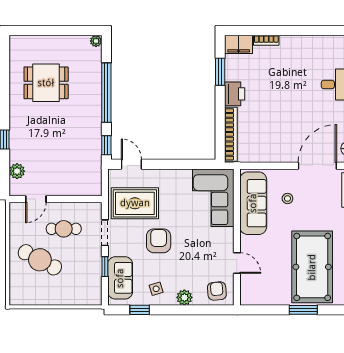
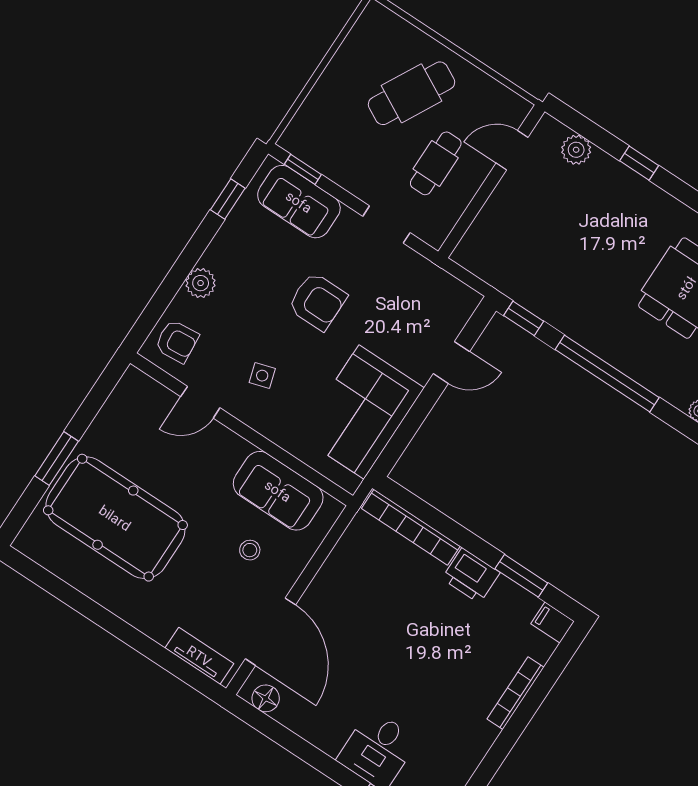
bookcase: (266, 40) -> (515, 693), width x1.56
filing cabinet: (239, 44) -> (552, 623), width x0.50
door: (131, 164) -> (451, 362), moved
corner sofa: (213, 198) -> (361, 412), moved, turned -90
door: (36, 199) -> (512, 150), hinge flipped
rug: (135, 203) -> (402, 303), removed
sofa: (253, 203) -> (278, 491), width x0.73
window: (105, 267) -> (303, 169), moved
side table: (156, 289) -> (262, 376), moved

